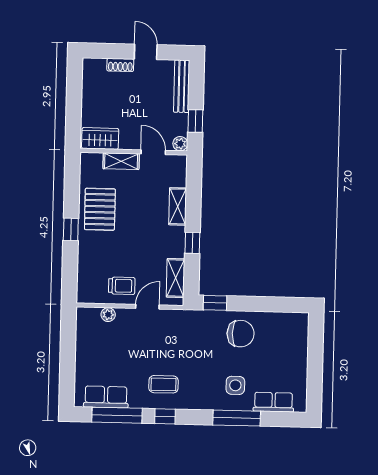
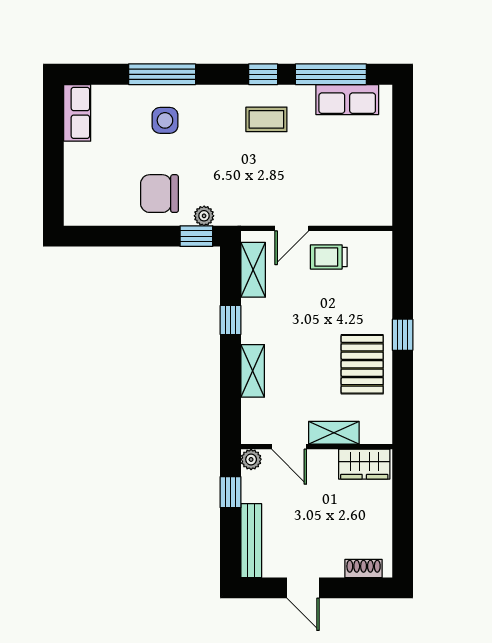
shoe rack: (120, 65) -> (364, 569), moved
plant: (108, 315) -> (204, 216), moved
row of seats: (273, 402) -> (77, 113), moved, turned -90

